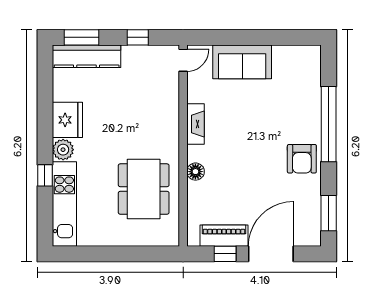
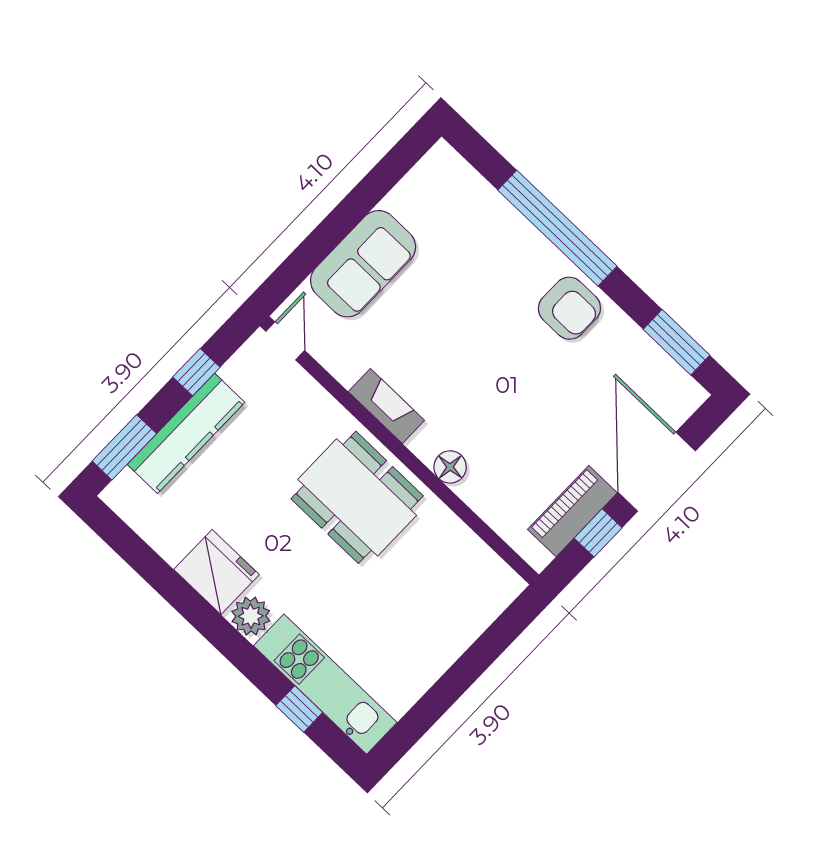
kitchen counter: (87, 56) -> (186, 433), moved
window: (45, 175) -> (299, 709), moved
dining table: (144, 189) -> (357, 497), moved

